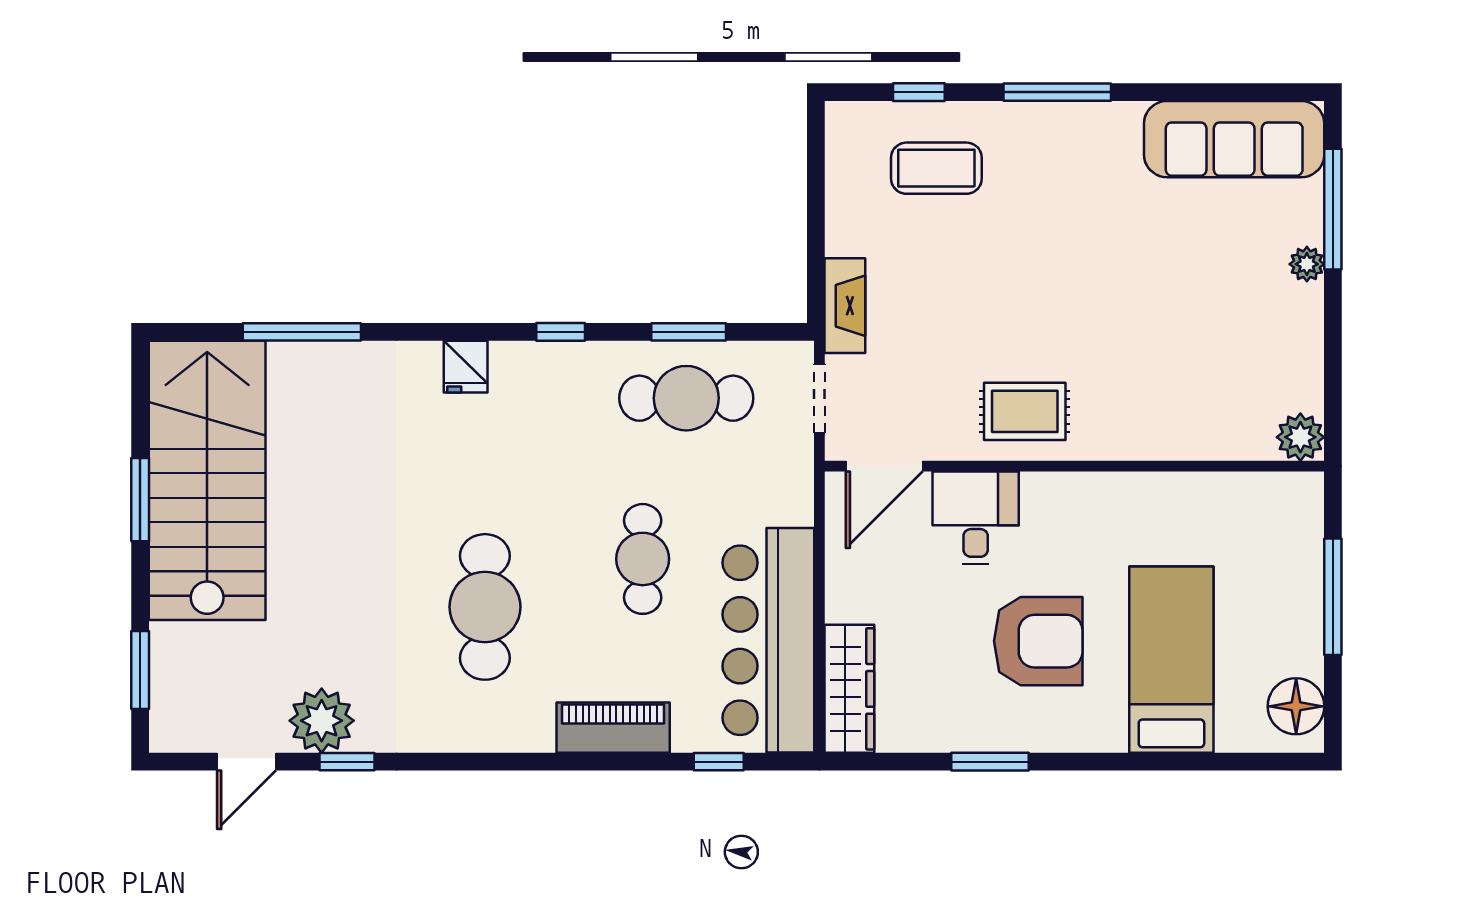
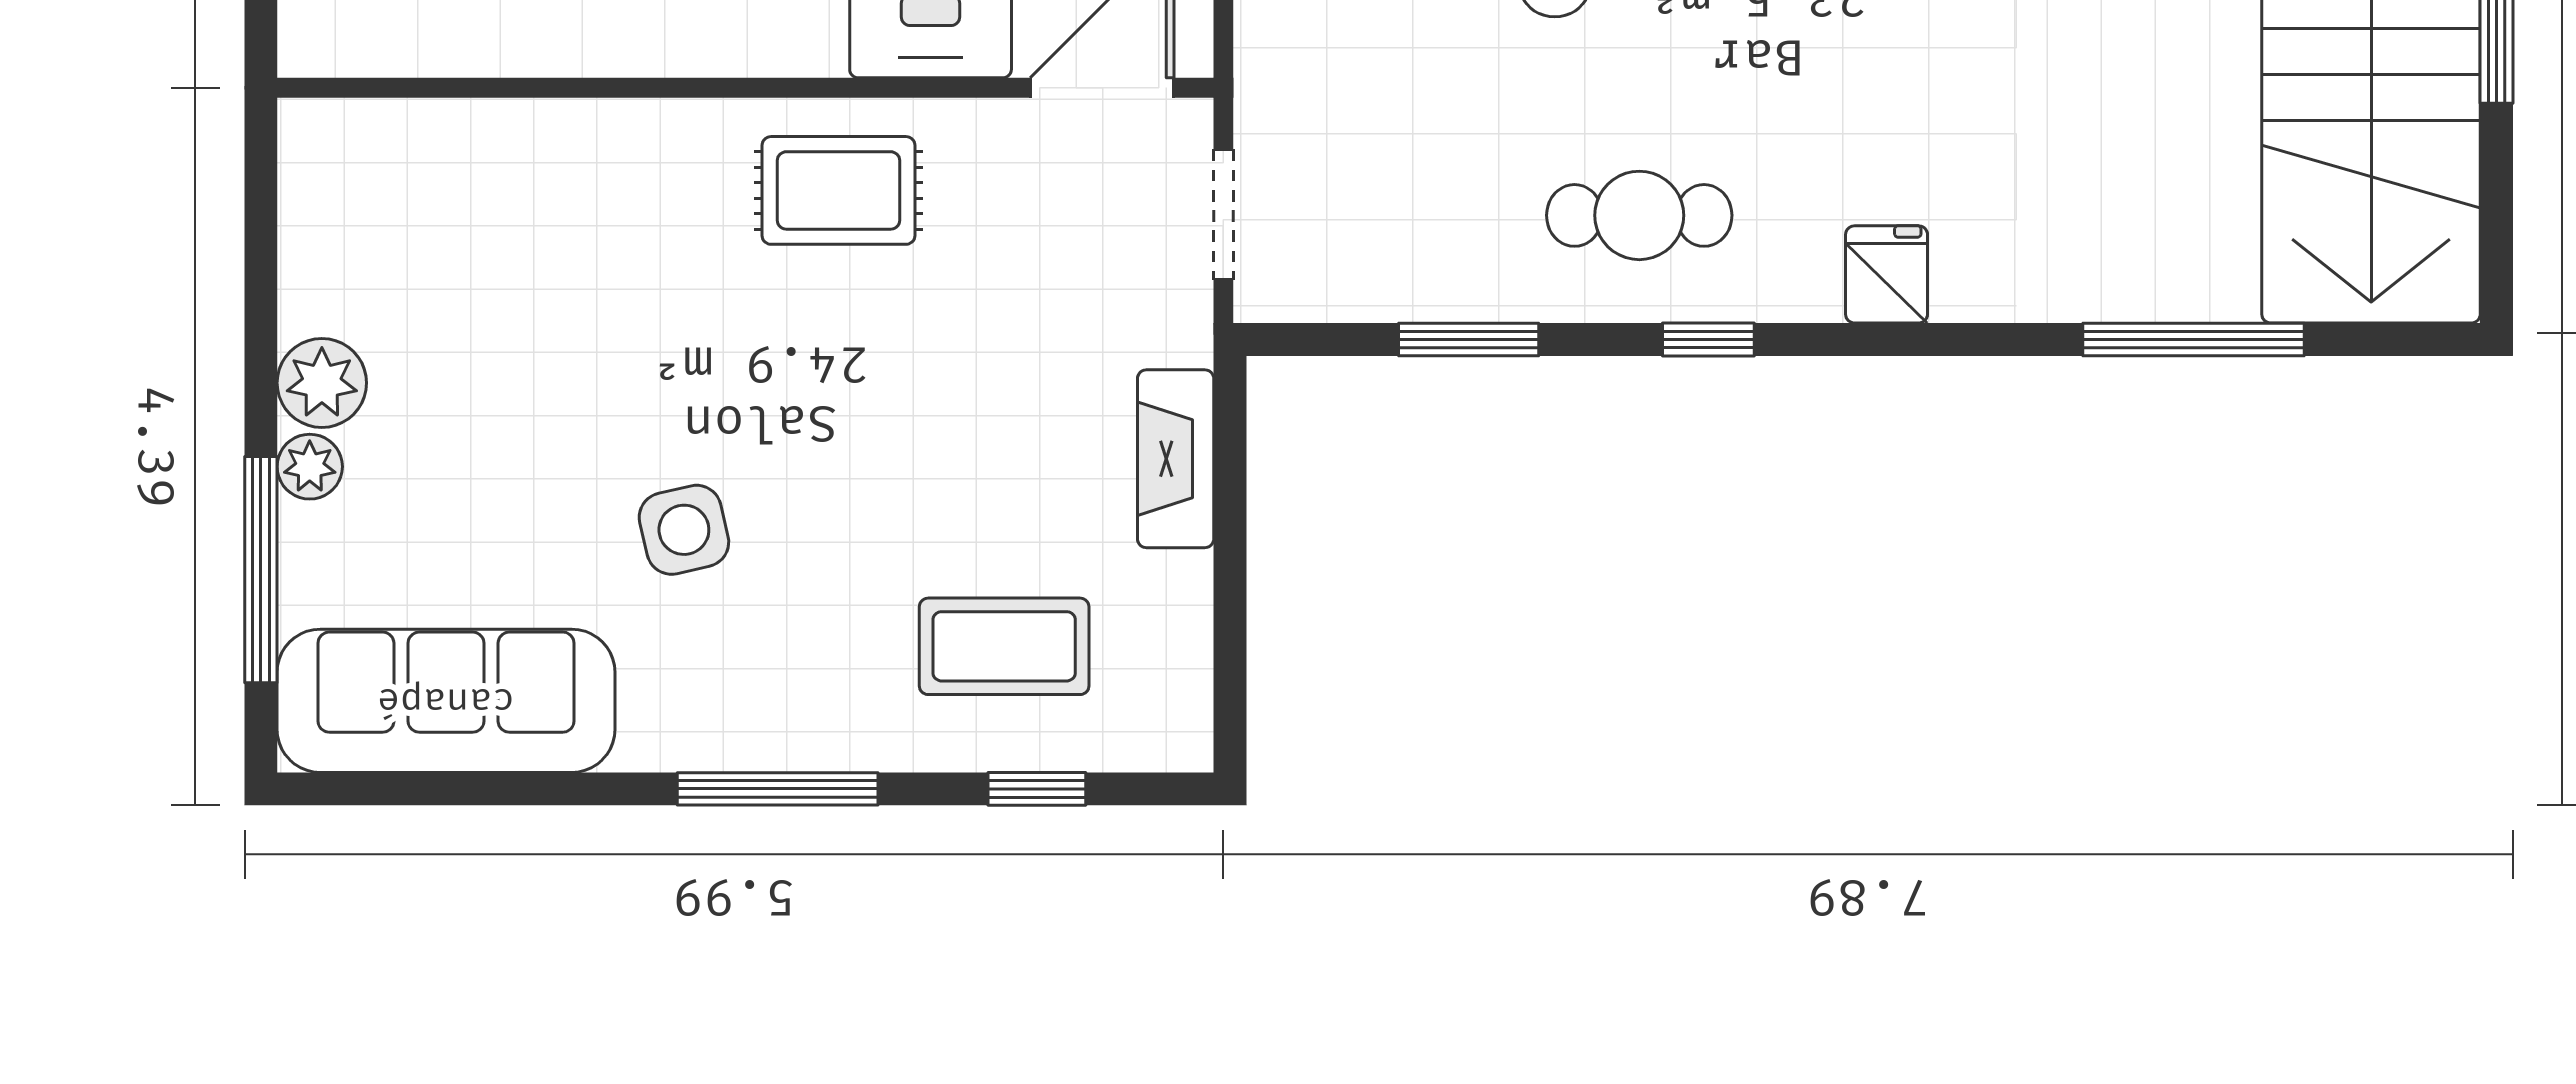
side table: (1107, 230) -> (684, 530), added
fireplace: (845, 306) -> (1176, 459), moved
cafe table: (686, 398) -> (1639, 215), moved, width x0.73, depth x0.74
plant: (1300, 437) -> (322, 383), moved

